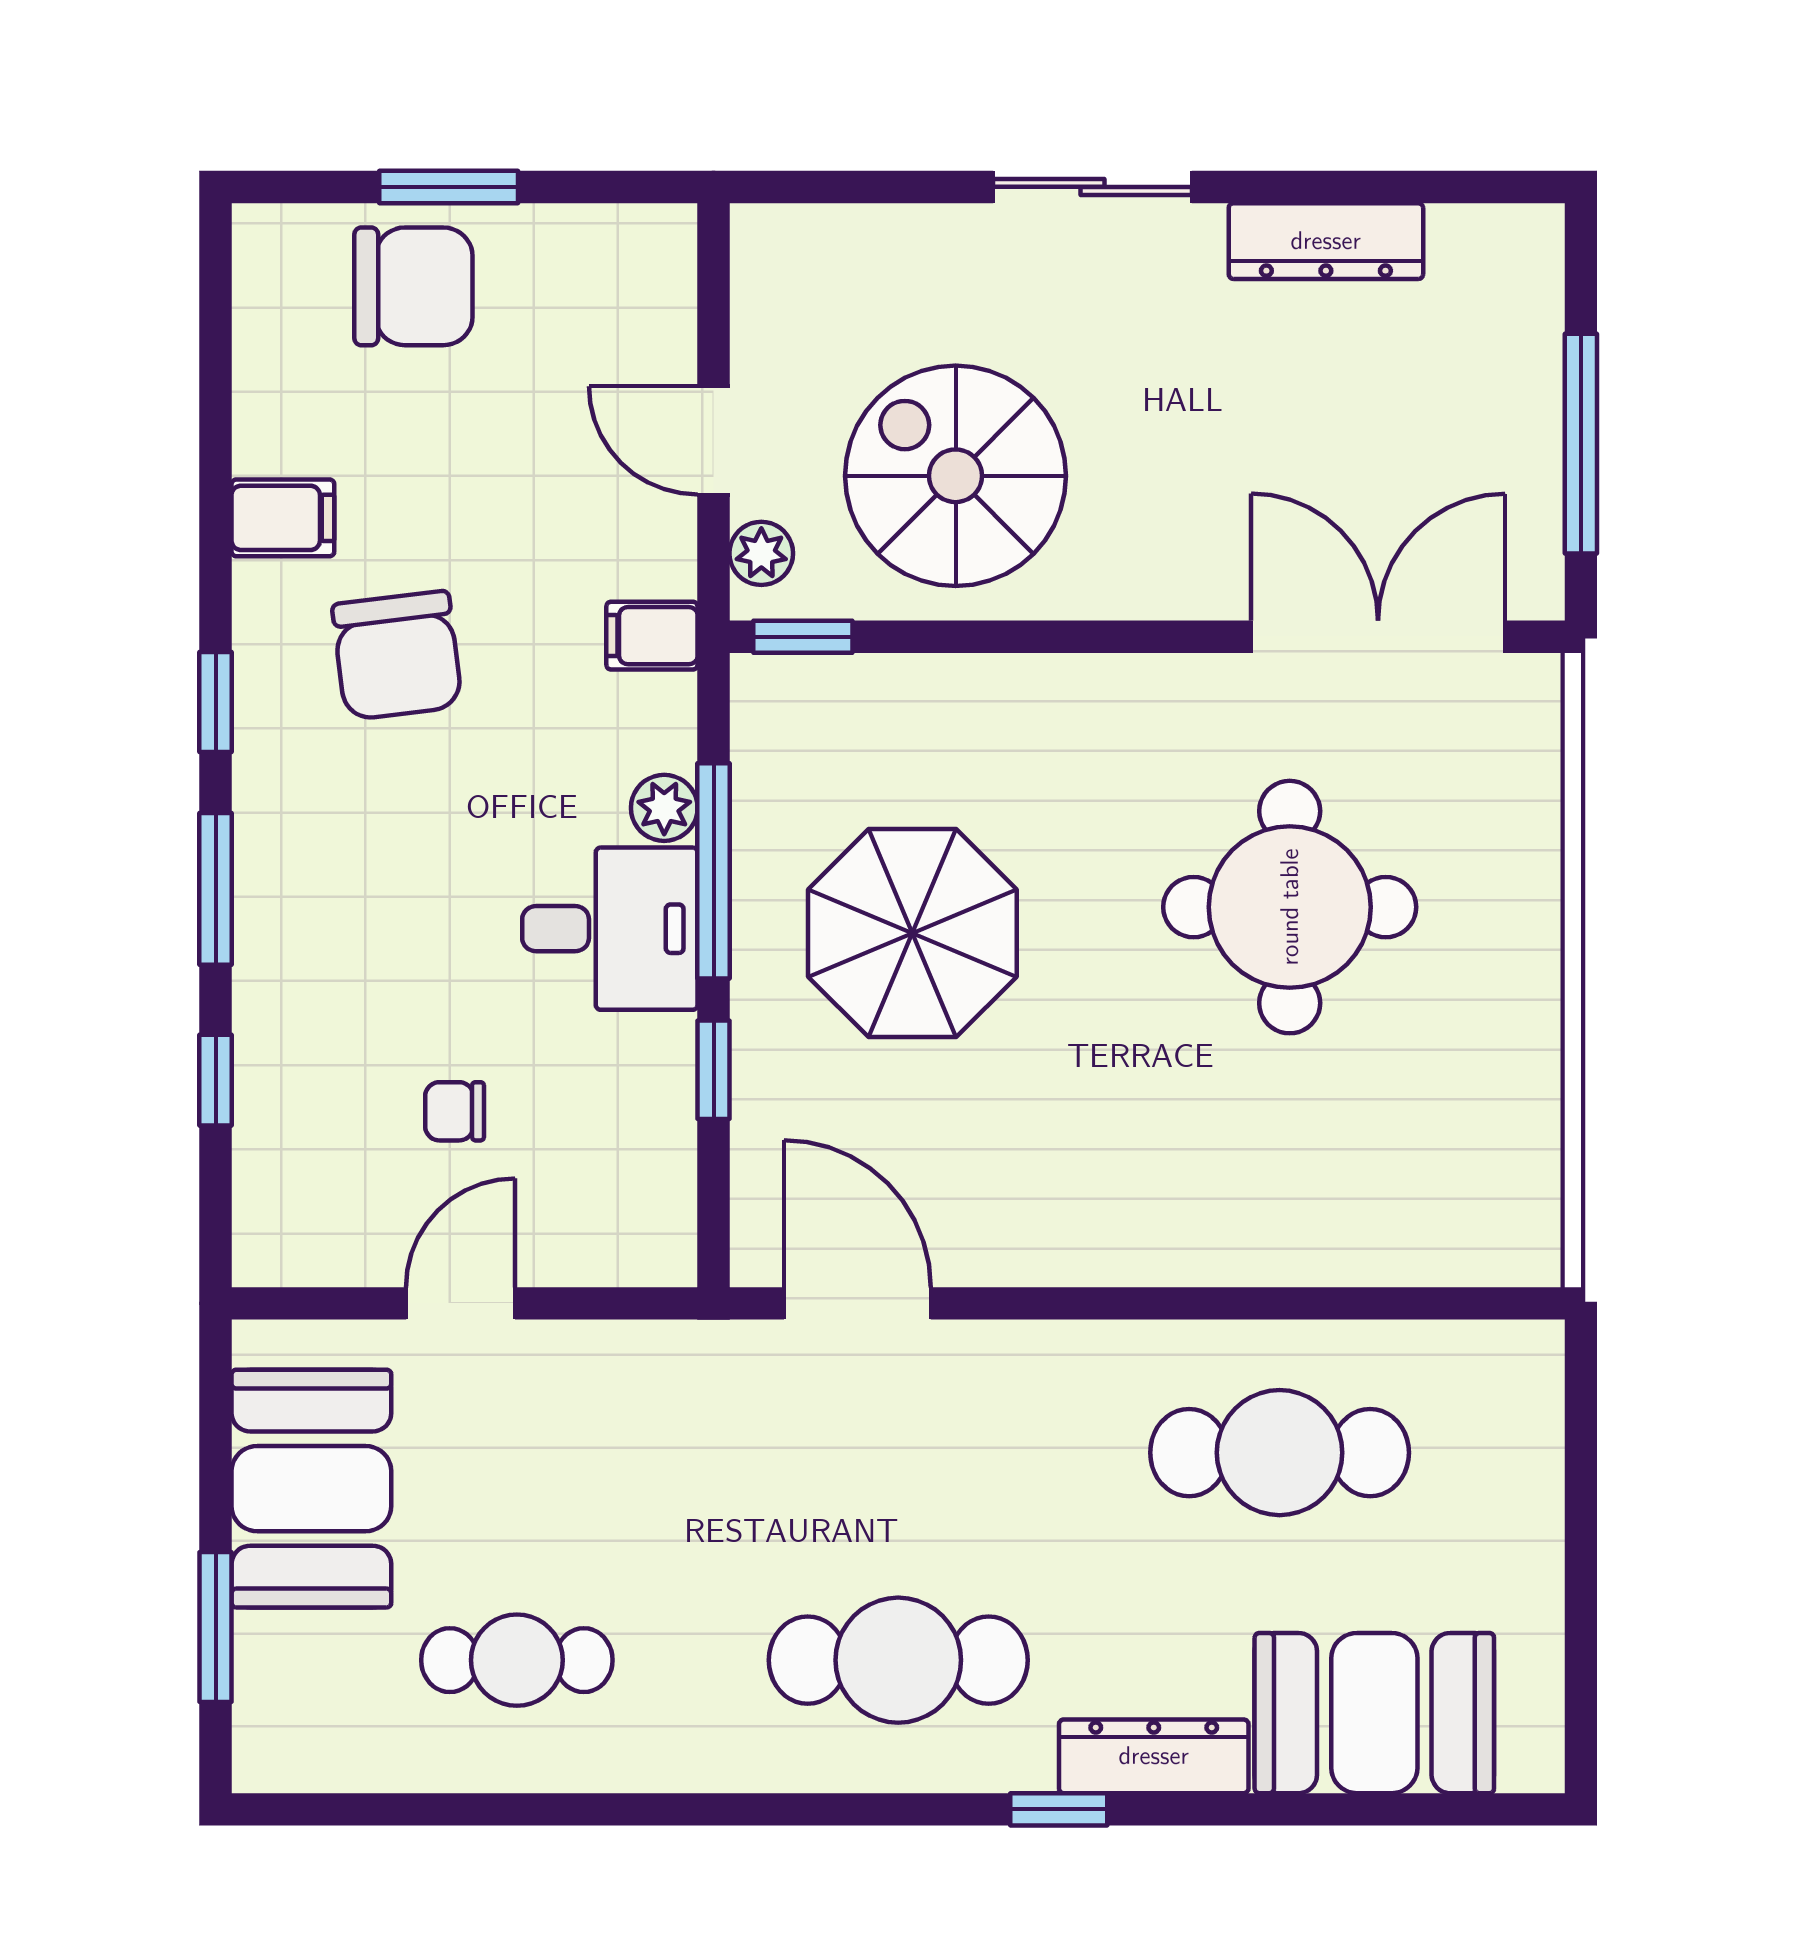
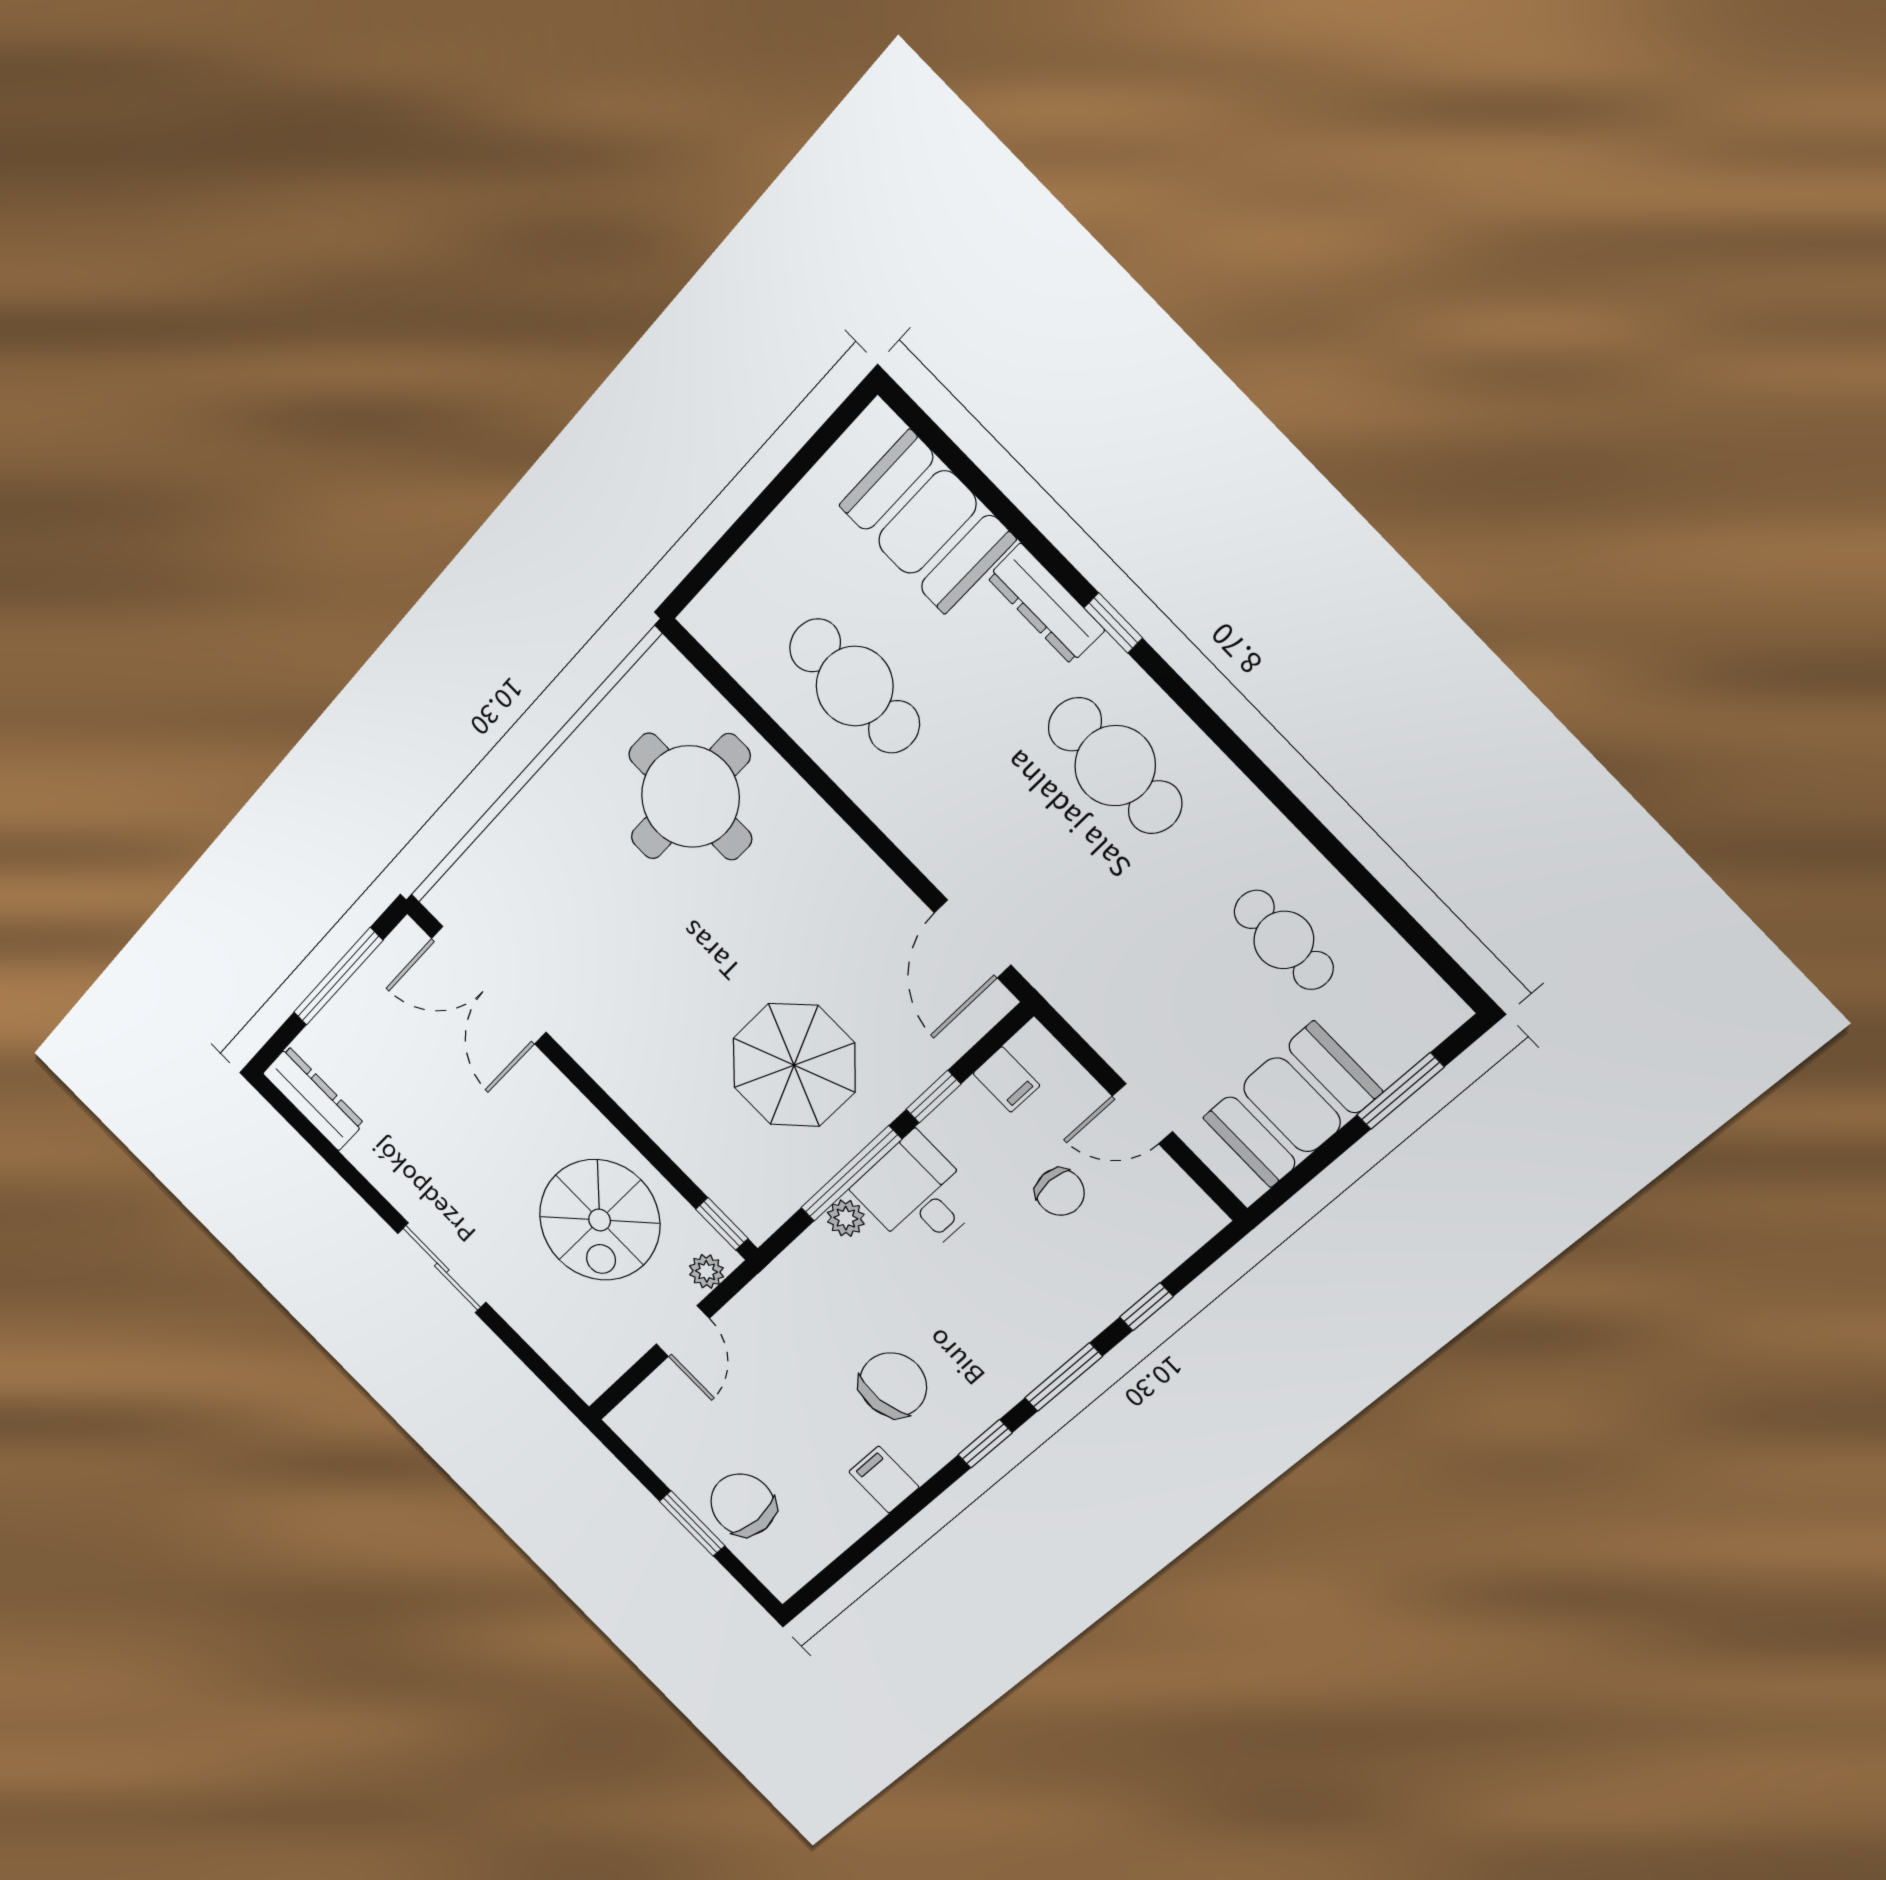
dresser: (1326, 241) -> (313, 1098), moved
filing cabinet: (652, 636) -> (1006, 1079), moved
round table: (1290, 907) -> (690, 797), moved
chair: (455, 1111) -> (1060, 1192), width x1.37, depth x1.37

